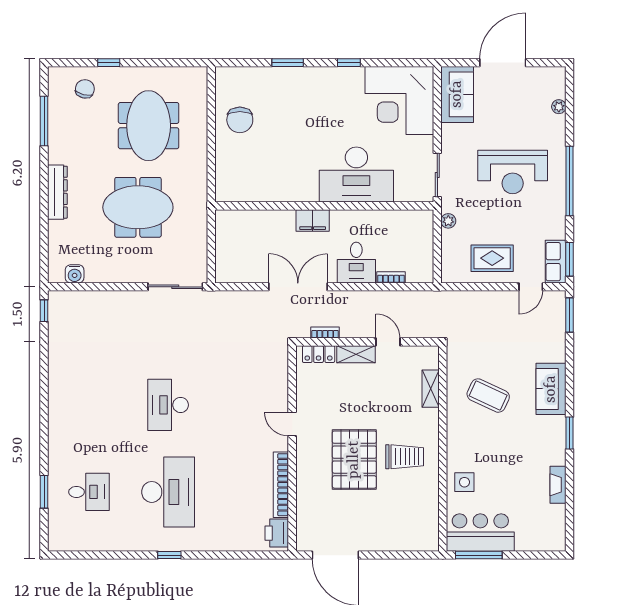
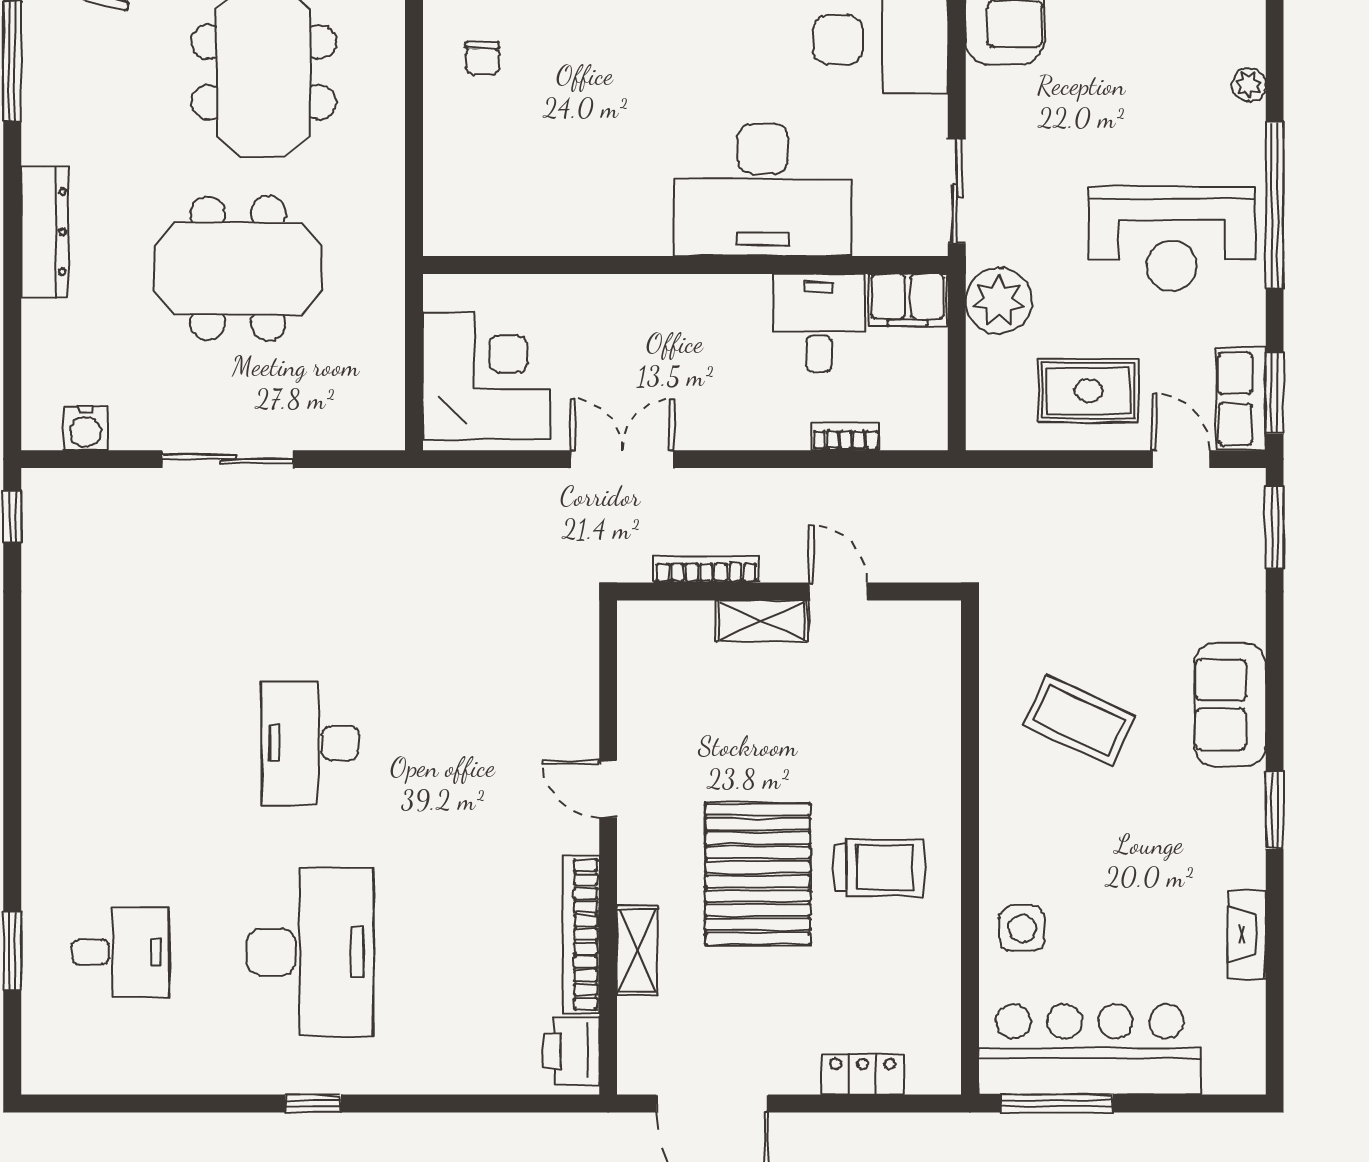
plant: (559, 107) -> (1249, 85), moved
chair: (240, 120) -> (482, 58), width x0.54, depth x0.54
reception desk: (513, 172) -> (1172, 239), moved
filing cabinet: (313, 221) -> (908, 300), moved
plant: (448, 221) -> (999, 301), width x1.88, depth x1.88
corner desk: (241, 252) -> (487, 376), added
desk: (356, 263) -> (819, 323), moved, turned 180
sliding door: (175, 287) -> (228, 459), moved
double door: (298, 287) -> (622, 459), width x0.73
door: (531, 287) -> (1181, 459), swing flipped
bookcase: (325, 333) -> (706, 569), width x1.56
locker: (319, 354) -> (863, 1074), moved, turned 180
shelving: (431, 389) -> (637, 950), moved
bar counter: (480, 533) -> (1090, 1049), width x1.36

